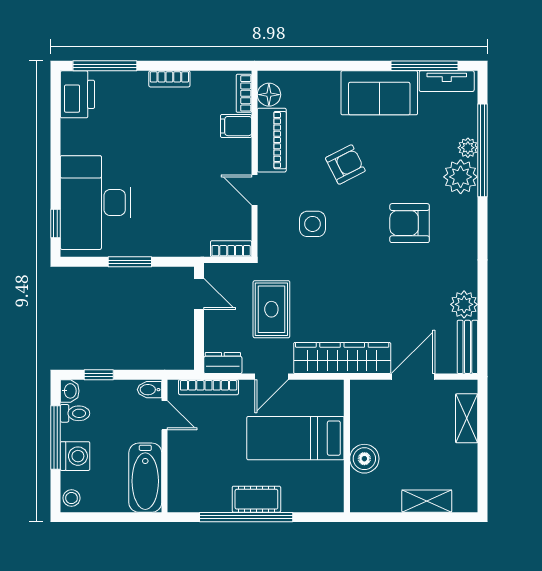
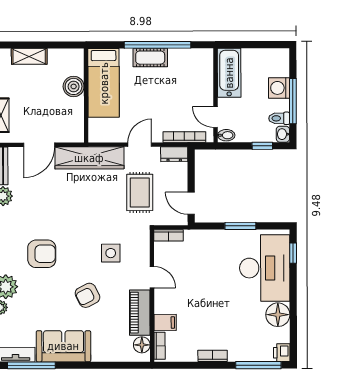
printer: (77, 94) -> (282, 353), width x0.53, depth x0.68
floor lamp: (77, 137) -> (278, 315), added
bed: (295, 438) -> (104, 83), moved, turned 90
stool: (71, 498) -> (282, 58), removed

